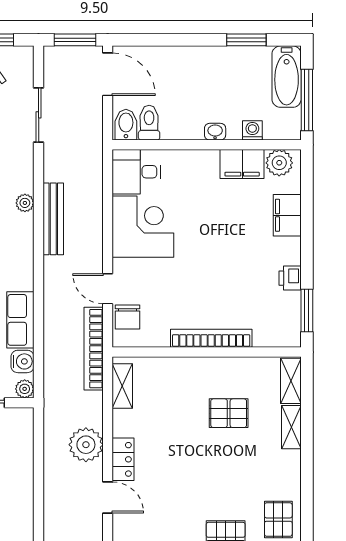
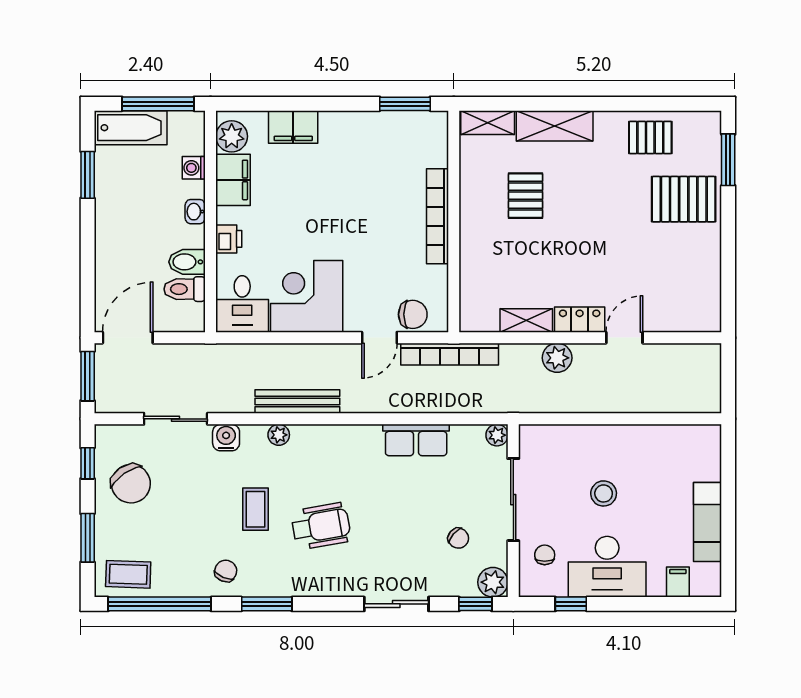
bidet: (126, 125) -> (187, 262), moved
printer: (290, 278) -> (229, 239), moved, turned -90
water cooler: (23, 361) -> (226, 438), moved
shelving: (122, 386) -> (526, 320), moved
shelving: (291, 427) -> (555, 126), width x1.50, depth x1.33
plant: (86, 445) -> (557, 358), width x0.73, depth x0.73

